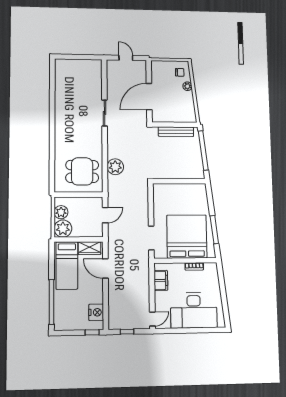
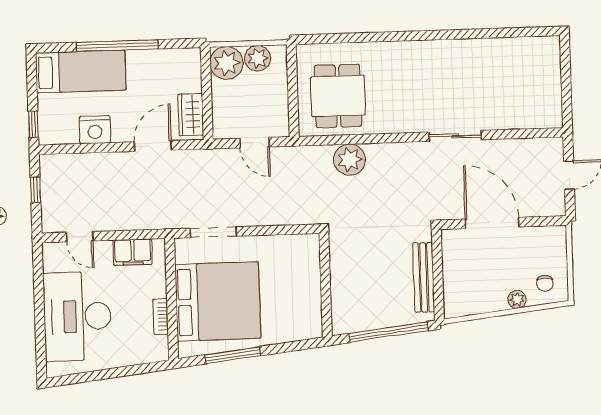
bed: (67, 266) -> (81, 71), moved, turned 180
window: (51, 302) -> (117, 46), moved
nightstand: (96, 312) -> (95, 130), moved
door: (152, 319) -> (80, 237), moved

